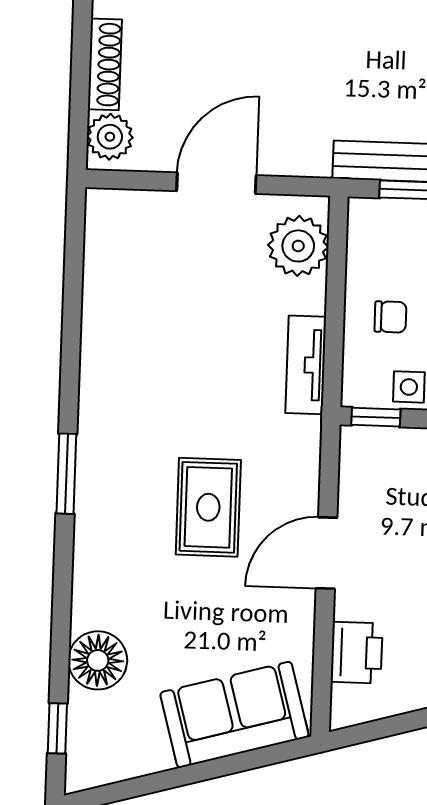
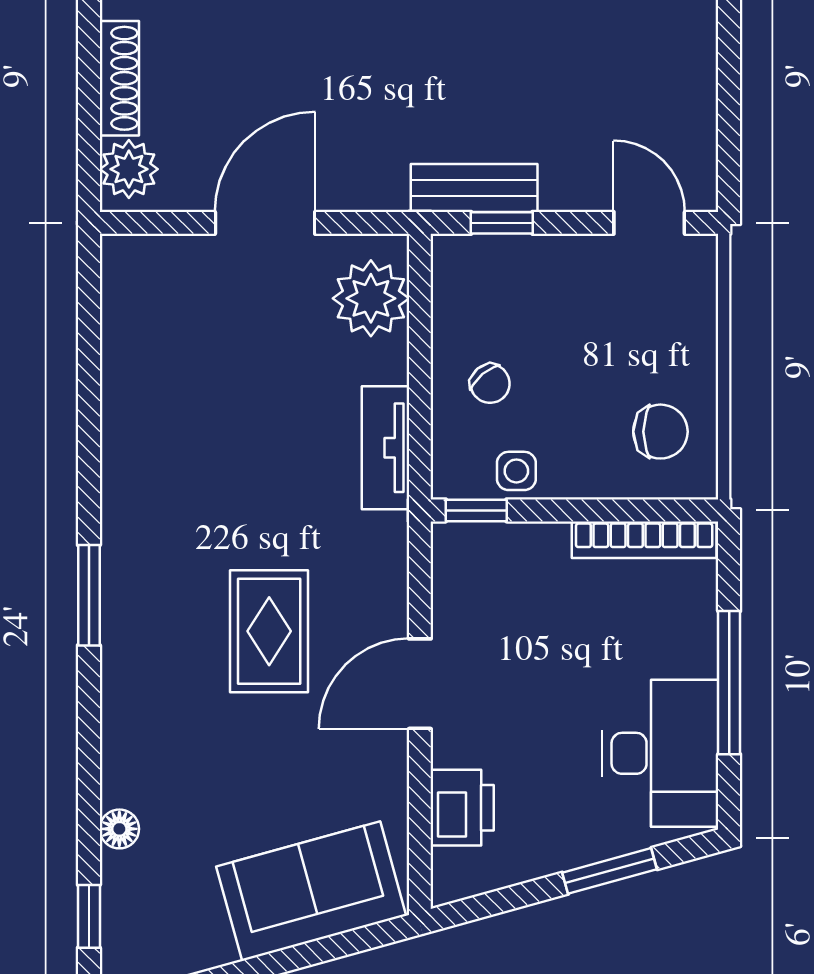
chair: (390, 317) -> (490, 384), turned 50
floor lamp: (98, 660) -> (119, 829), width x0.53, depth x0.53

